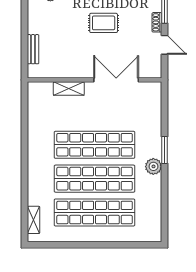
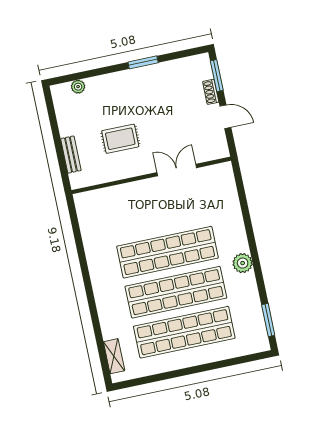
rug: (104, 23) -> (120, 139), moved
double door: (116, 80) -> (177, 170), width x0.73
shelving: (69, 89) -> (123, 192), removed
window: (165, 150) -> (268, 320), moved

